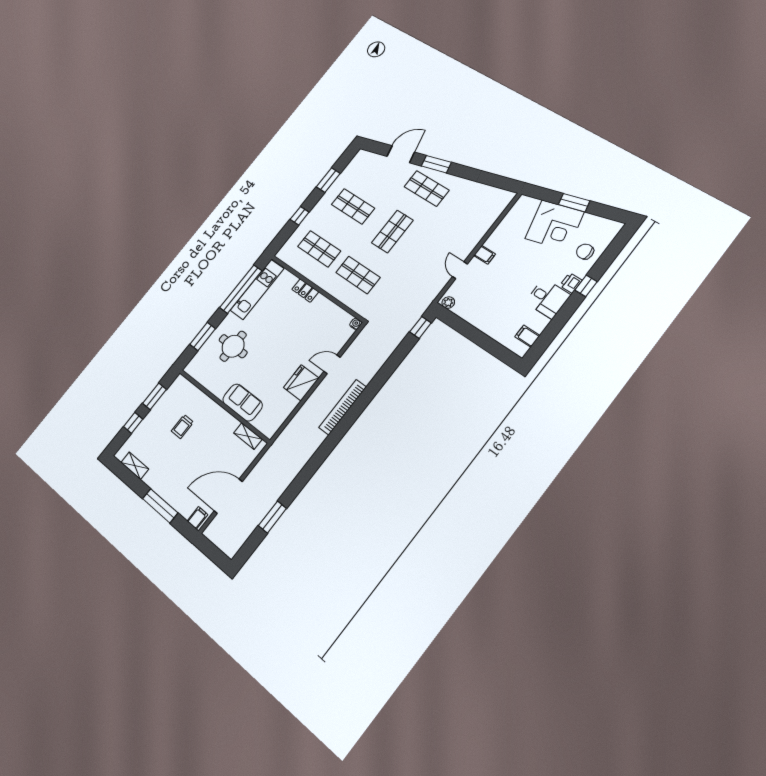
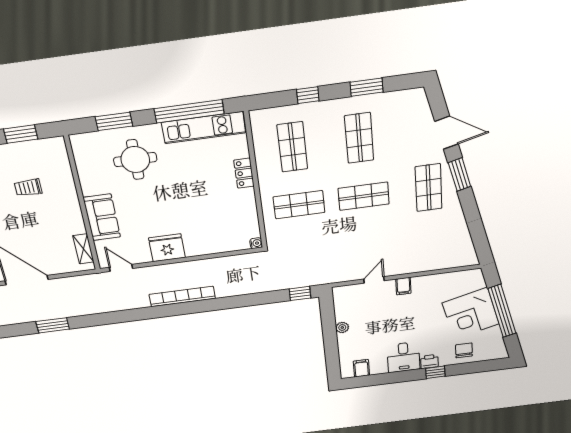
window: (574, 203) -> (502, 311), width x2.11
shop shelf: (358, 275) -> (299, 205), turned 90
plant: (448, 303) -> (342, 327), moved
door: (332, 364) -> (121, 268), moved

